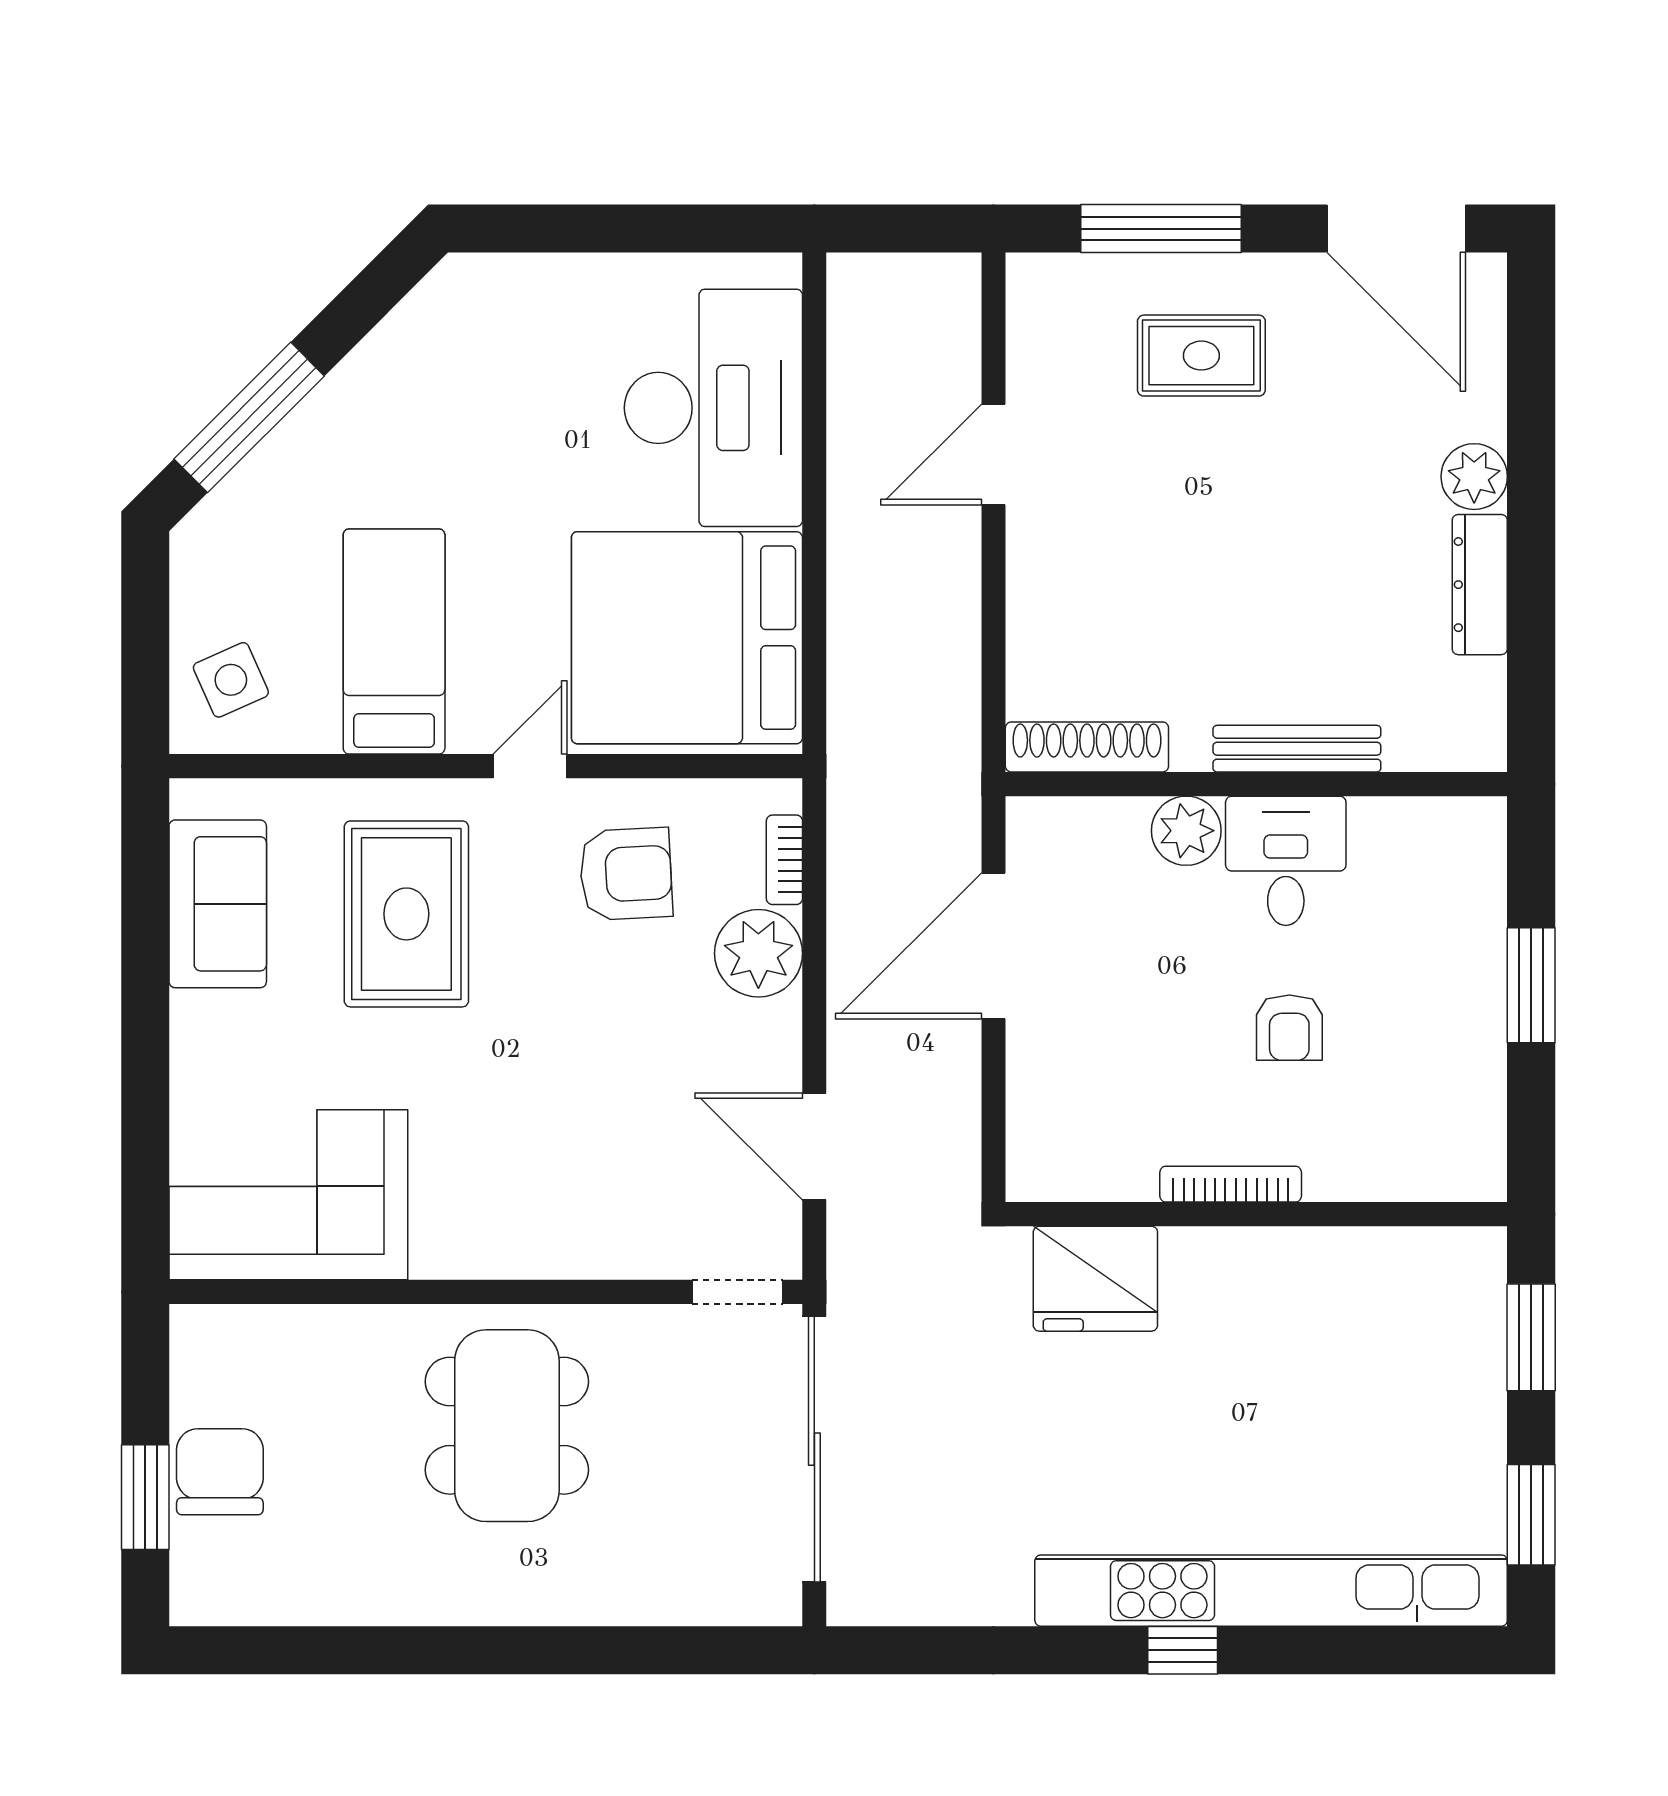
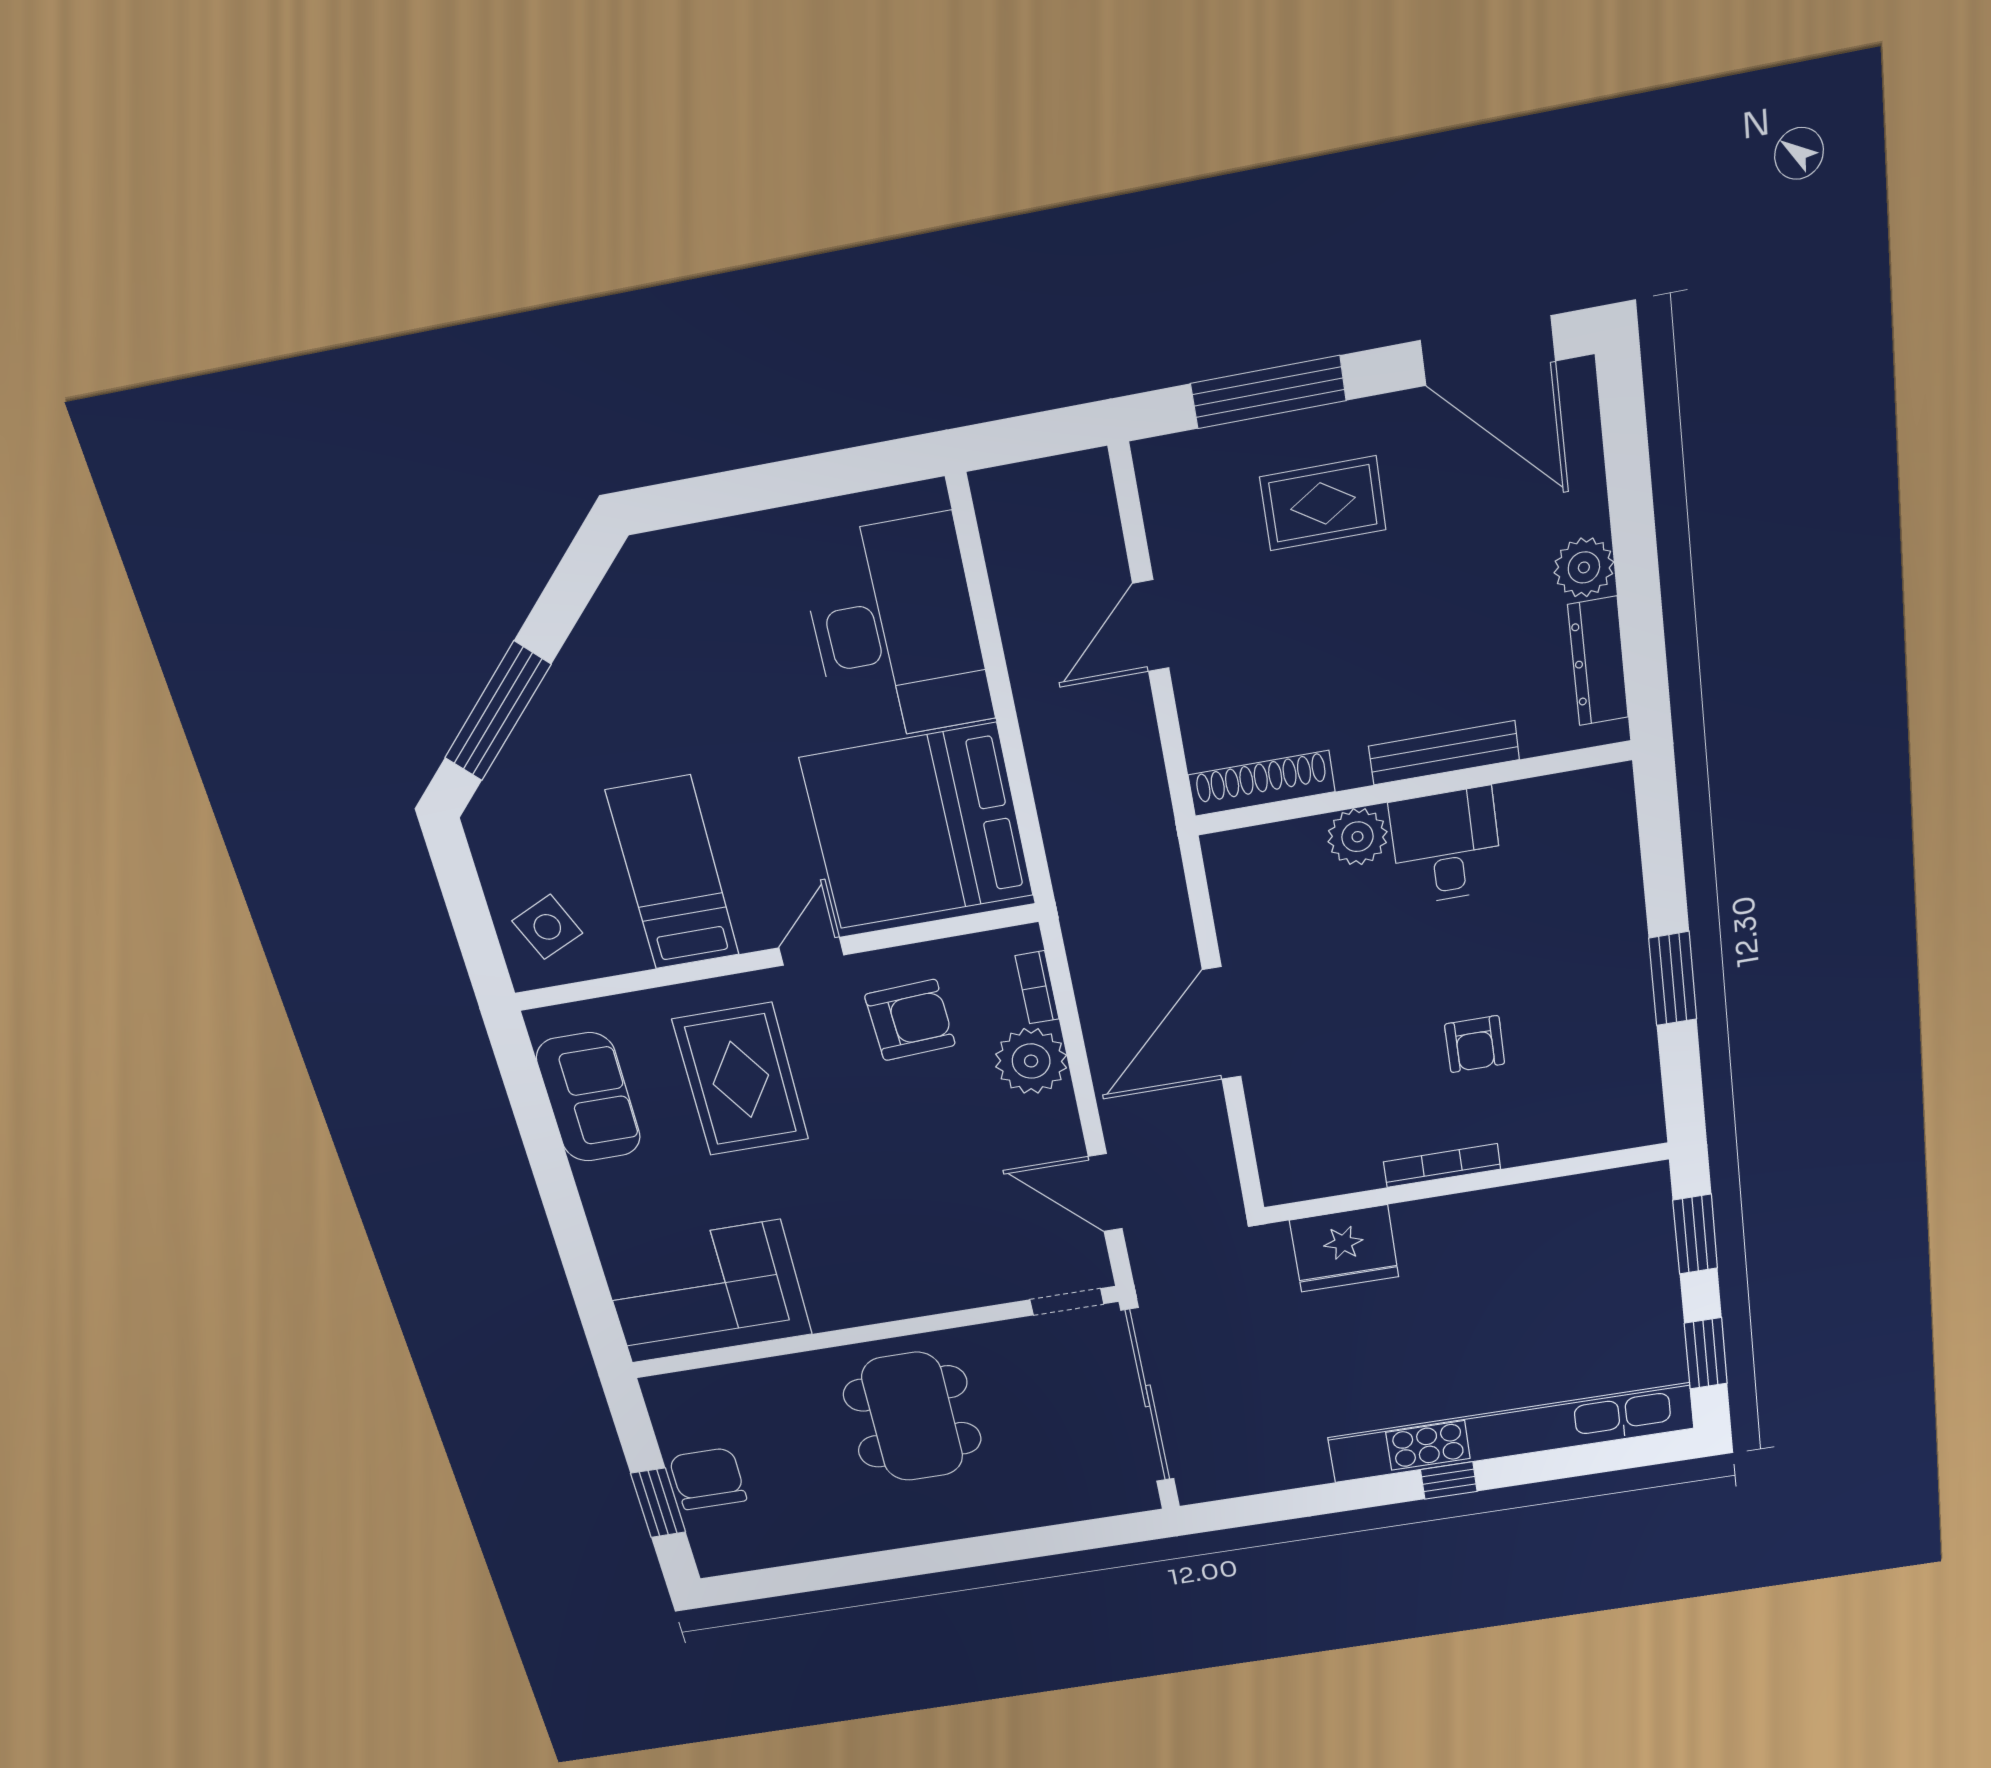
shoe rack: (1087, 747) -> (1262, 783), moved
bench: (1297, 749) -> (1444, 753), moved
wall: (1256, 784) -> (1412, 788), moved
plant: (1186, 831) -> (1357, 837), moved
desk: (1286, 861) -> (1446, 846), moved

